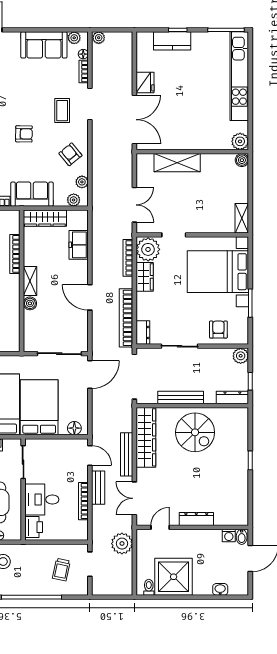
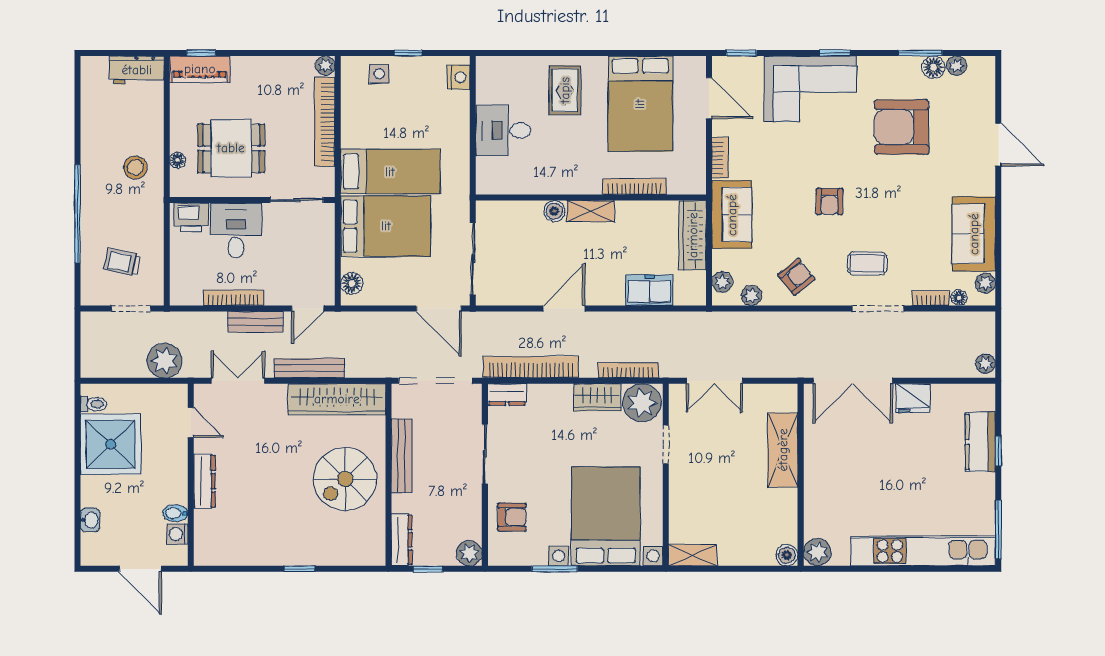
plant: (99, 38) -> (986, 364), moved
bidet: (242, 537) -> (175, 513), moved

